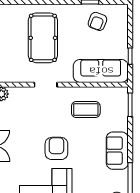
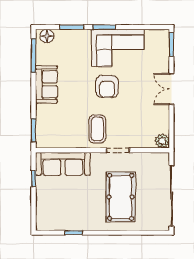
armchair: (97, 21) -> (66, 213), removed
coffee table: (86, 110) -> (97, 129), moved, turned 90

